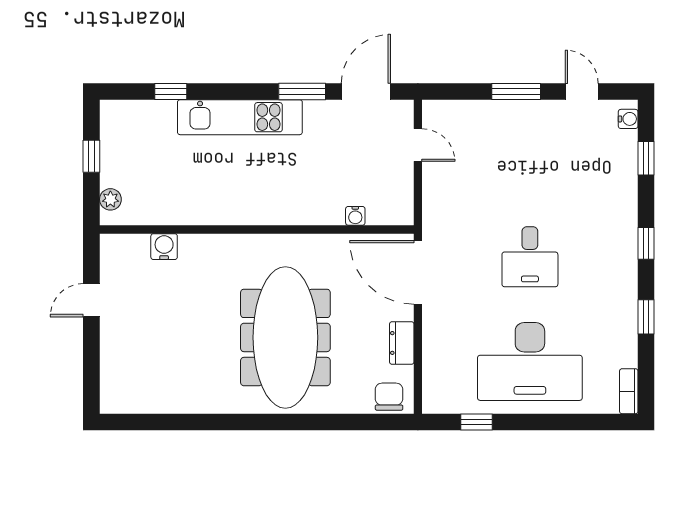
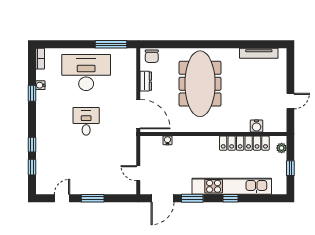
window: (171, 91) -> (231, 198), moved
door: (582, 91) -> (62, 198), swing flipped
kitchen unit: (240, 117) -> (232, 186), width x1.36
water cooler: (628, 119) -> (40, 85), moved
locker: (190, 210) -> (244, 143), added
window: (646, 243) -> (32, 145), moved
tv unit: (159, 403) -> (259, 53), added
window: (477, 422) -> (111, 44), width x2.17

